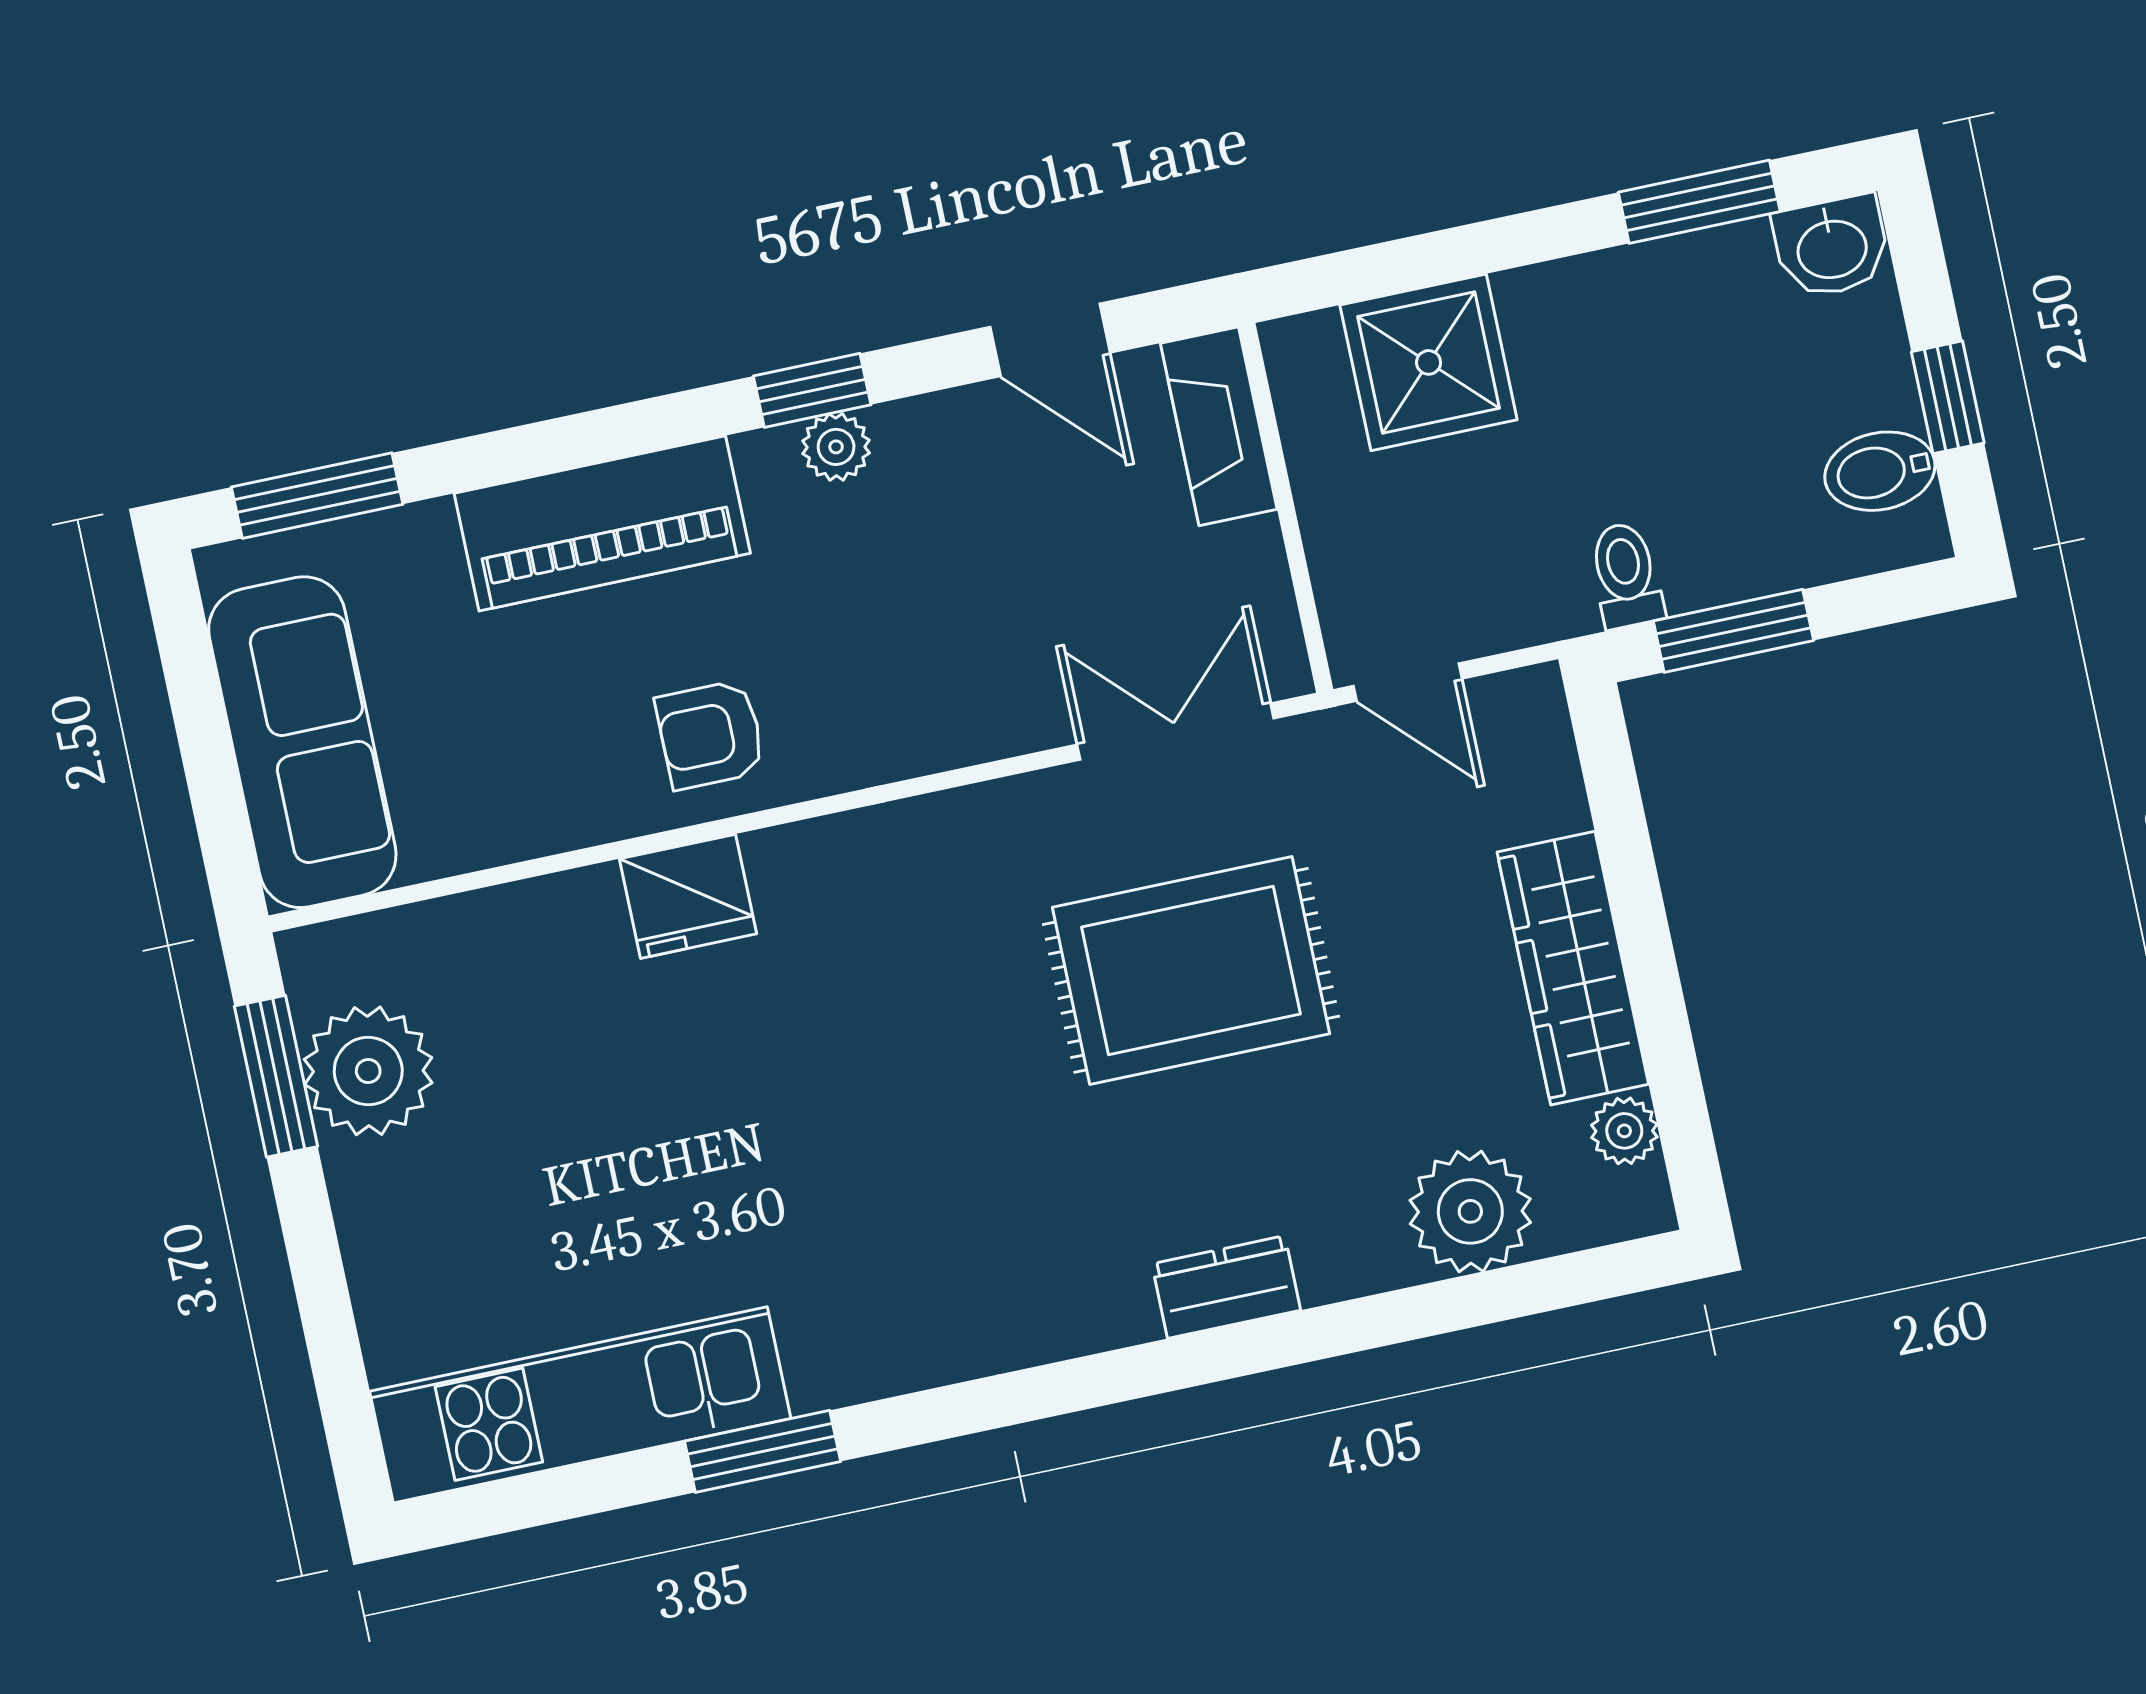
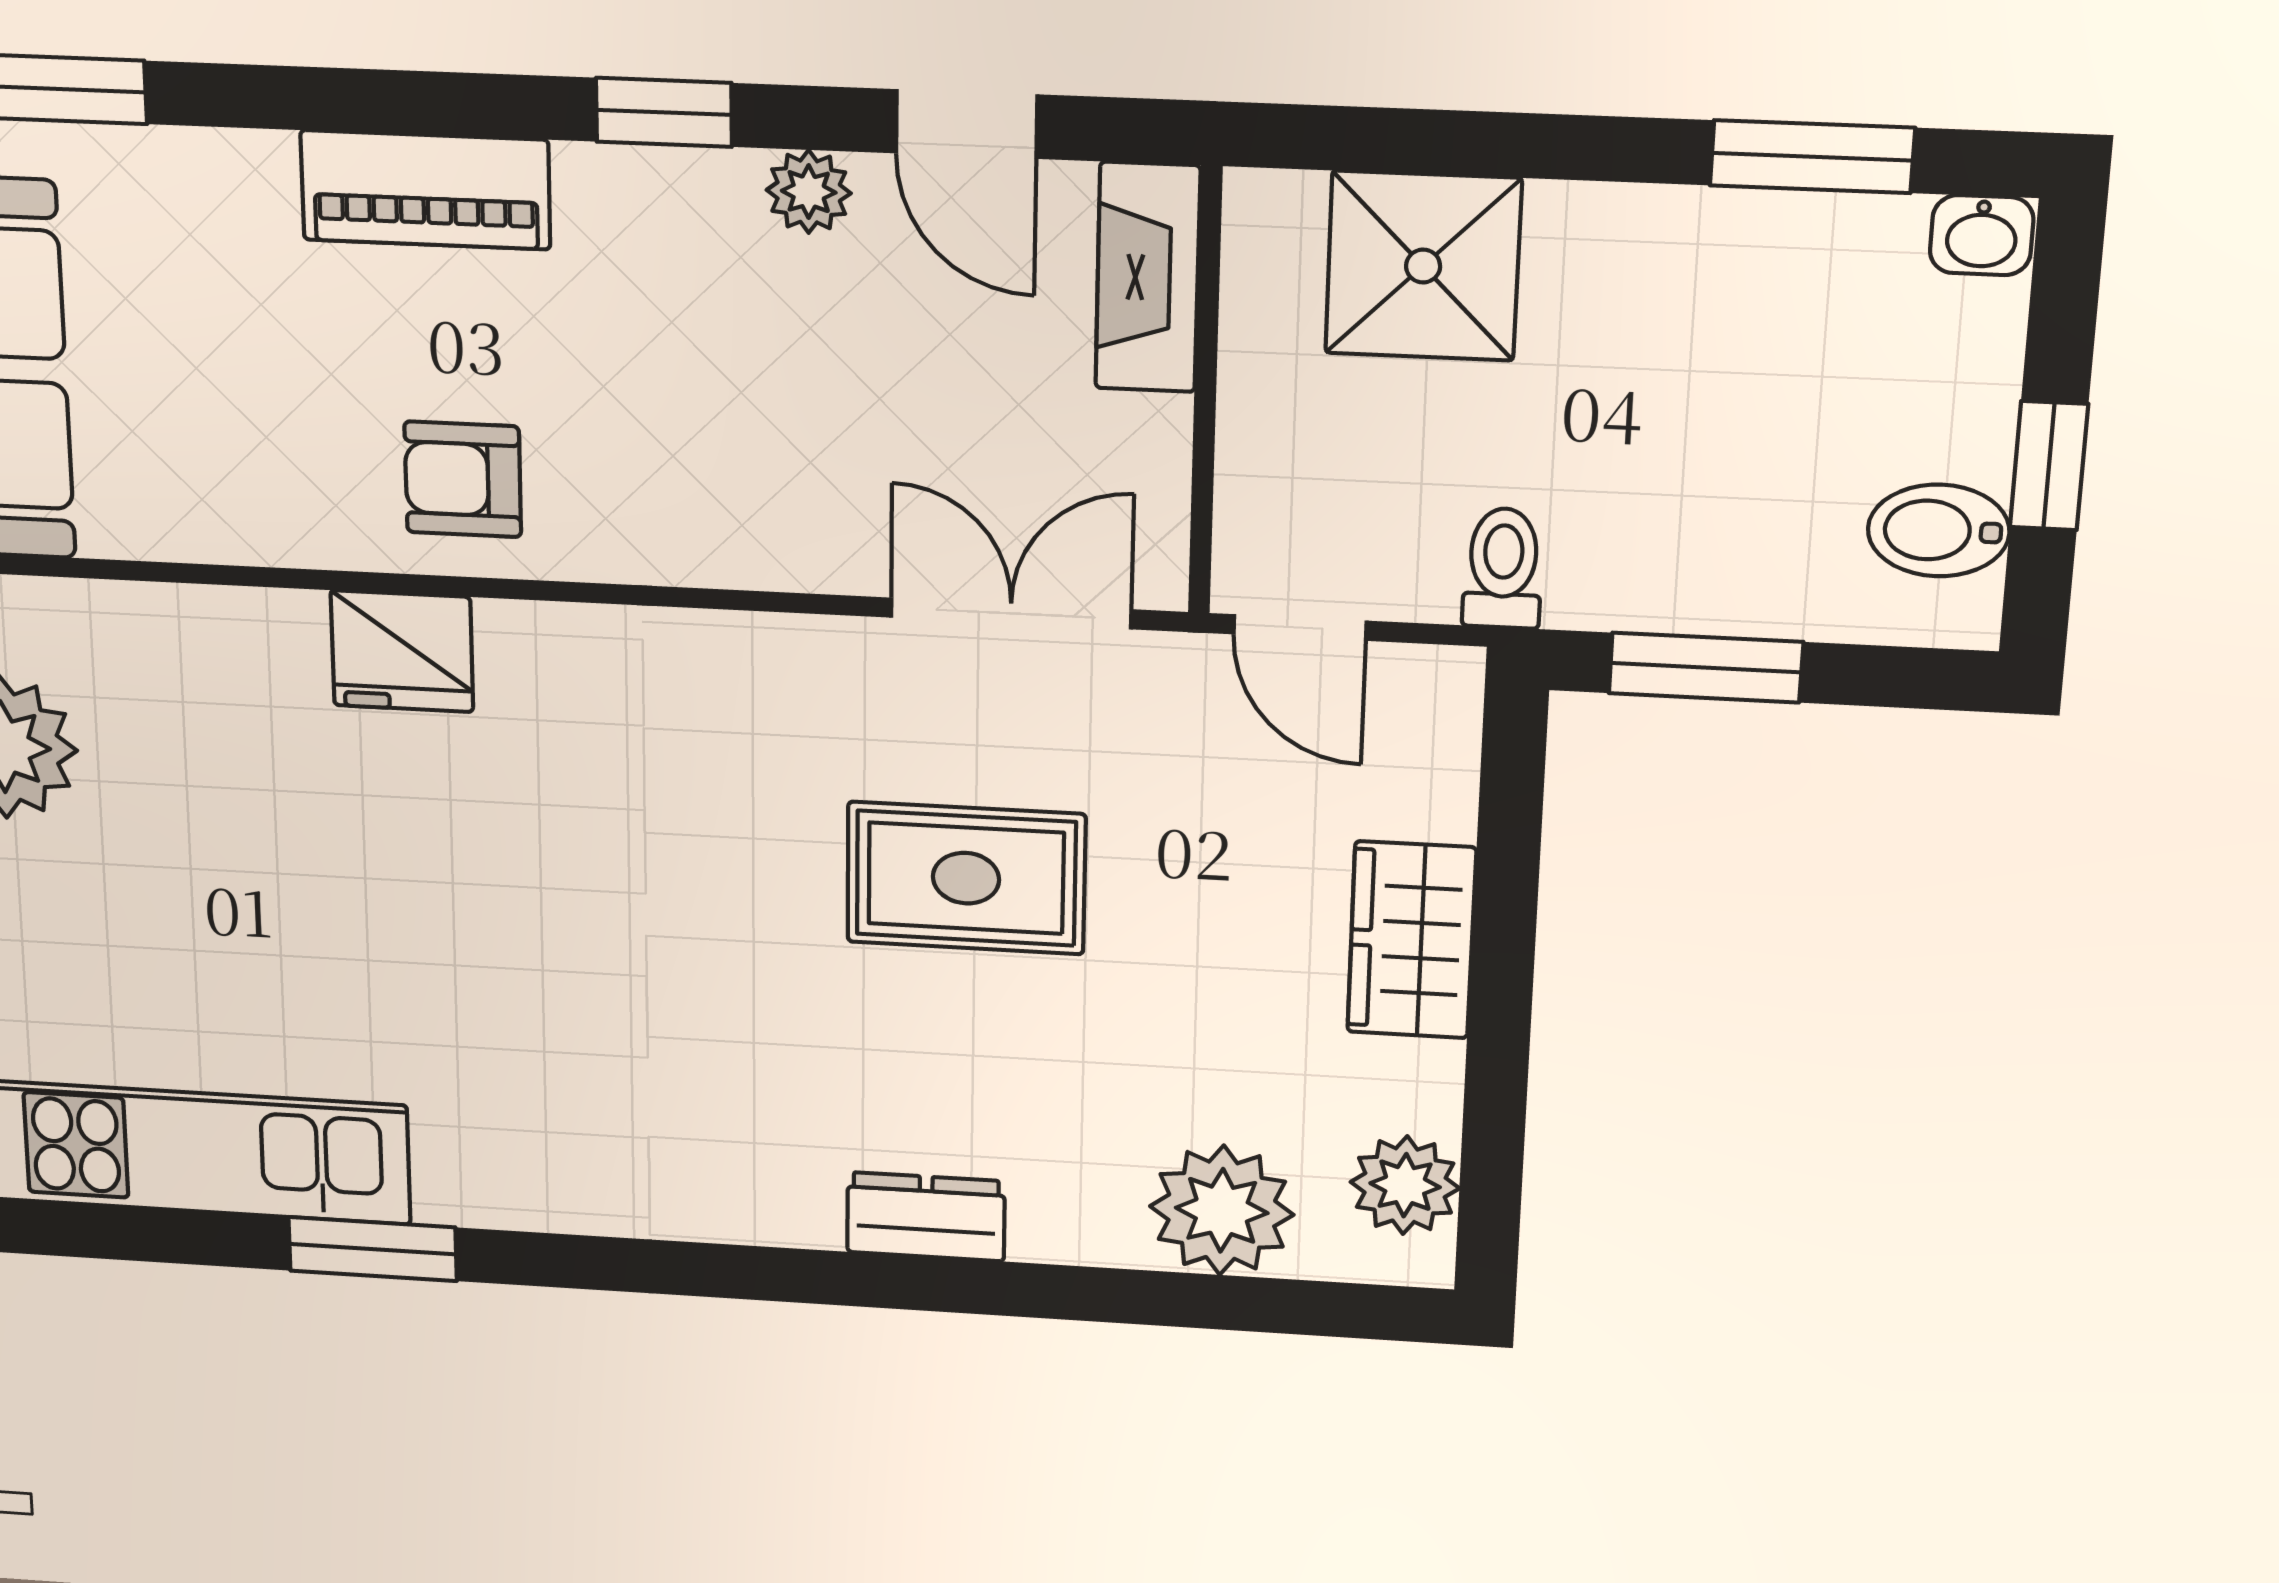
washbasin: (1832, 247) -> (1982, 235), width x0.72, depth x0.69
plant: (836, 447) -> (809, 192), moved
piano: (602, 523) -> (425, 190), width x0.73, depth x0.75
toilet: (1626, 575) -> (1503, 568), moved
wardrobe: (1573, 968) -> (1412, 940), width x0.67
rug: (1191, 971) -> (966, 878), width x0.73, depth x0.70
plant: (1624, 1131) -> (1405, 1185), width x1.38, depth x1.38

